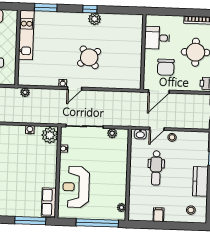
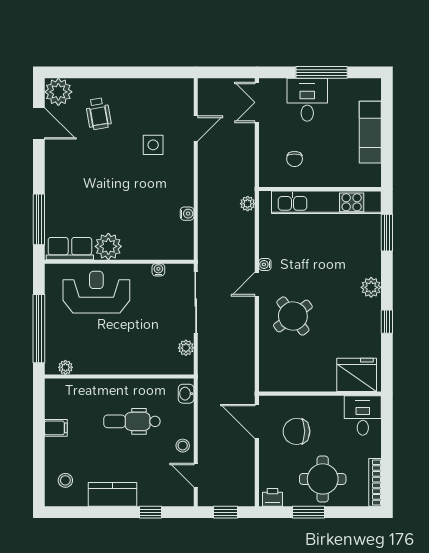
window: (90, 9) -> (387, 322), moved
plant: (95, 19) -> (371, 287), moved
fridge: (132, 29) -> (357, 375), added
kitchen unit: (26, 35) -> (326, 202), width x1.36
desk: (157, 38) -> (363, 415), moved
round table: (89, 57) -> (293, 316), moved
door: (75, 88) -> (257, 284), hinge flipped
door: (157, 129) -> (196, 475), moved
plant: (50, 135) -> (108, 246), moved

